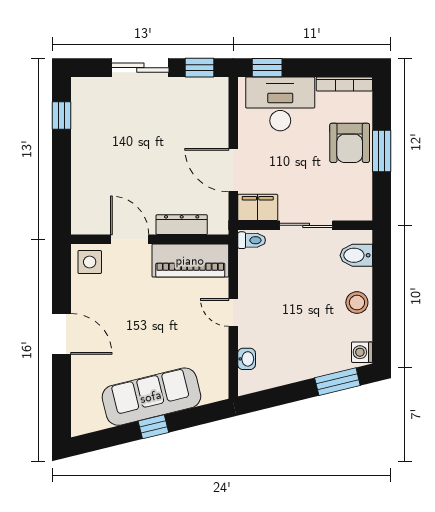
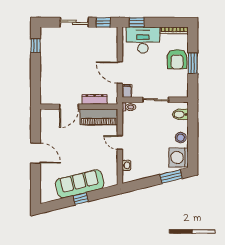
filing cabinet: (258, 207) -> (127, 91), width x0.50
door: (130, 239) -> (69, 107), swing flipped
side table: (90, 262) -> (49, 118), removed
washing machine: (362, 352) -> (179, 157), width x1.89, depth x1.89

